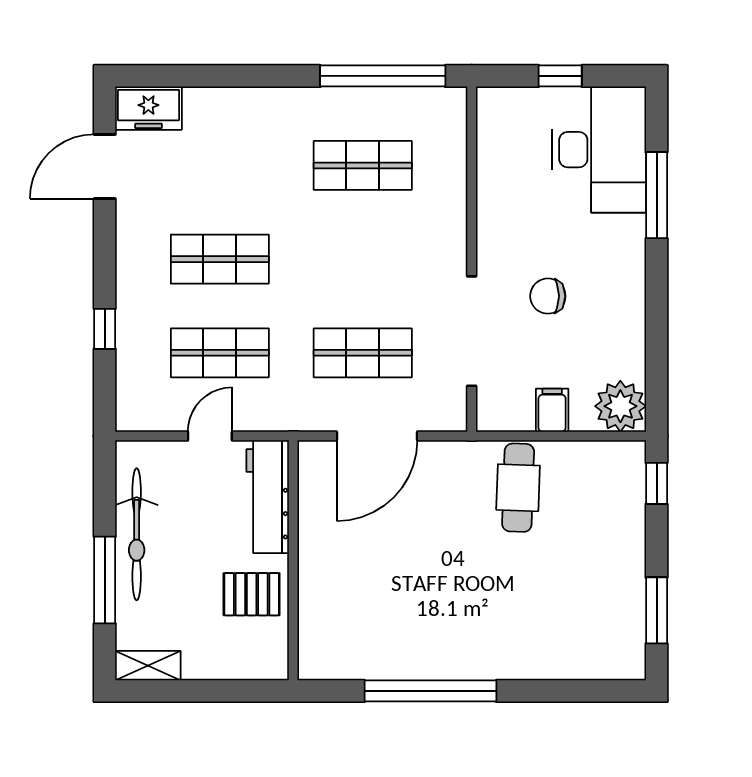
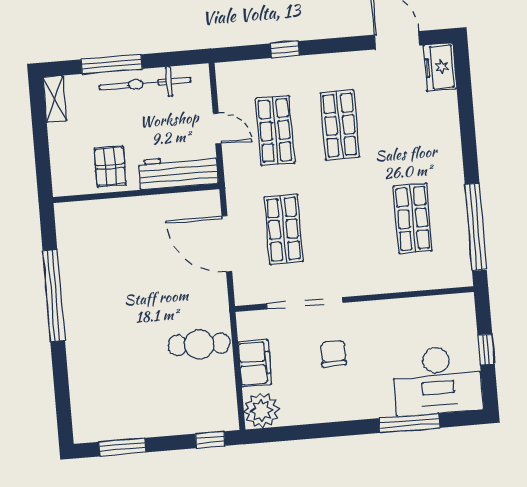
filing cabinet: (552, 410) -> (255, 363), width x2.00

